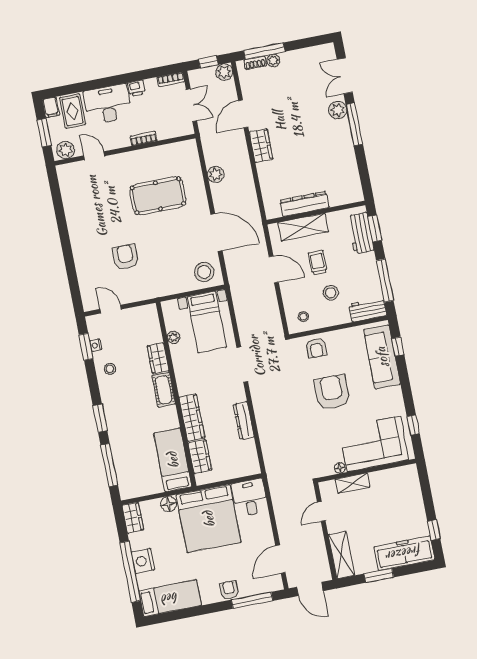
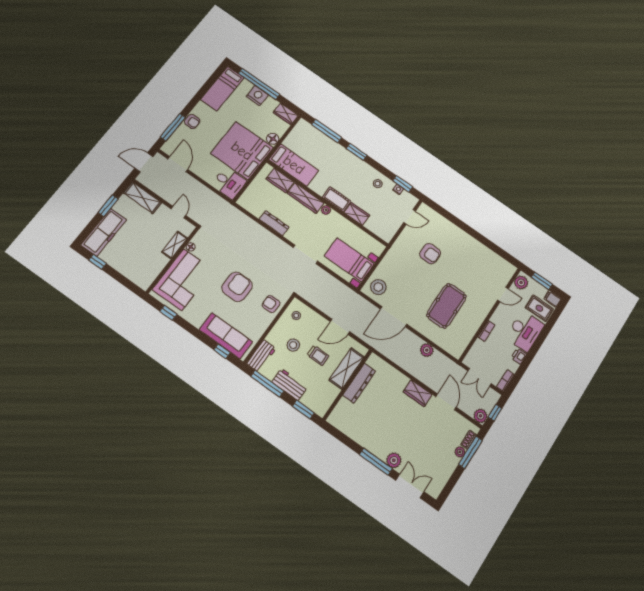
workbench: (361, 233) -> (290, 384), moved
plant: (173, 337) -> (326, 210), moved
armchair: (332, 392) -> (237, 287), turned -90

